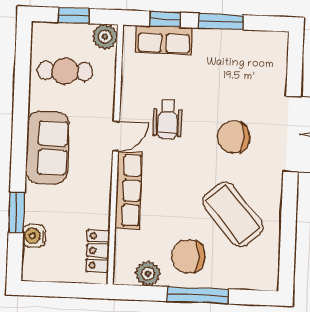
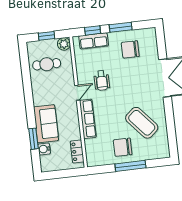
chair: (234, 137) -> (130, 49), moved
sofa: (47, 148) -> (46, 124), moved
plant: (148, 274) -> (104, 159), removed

